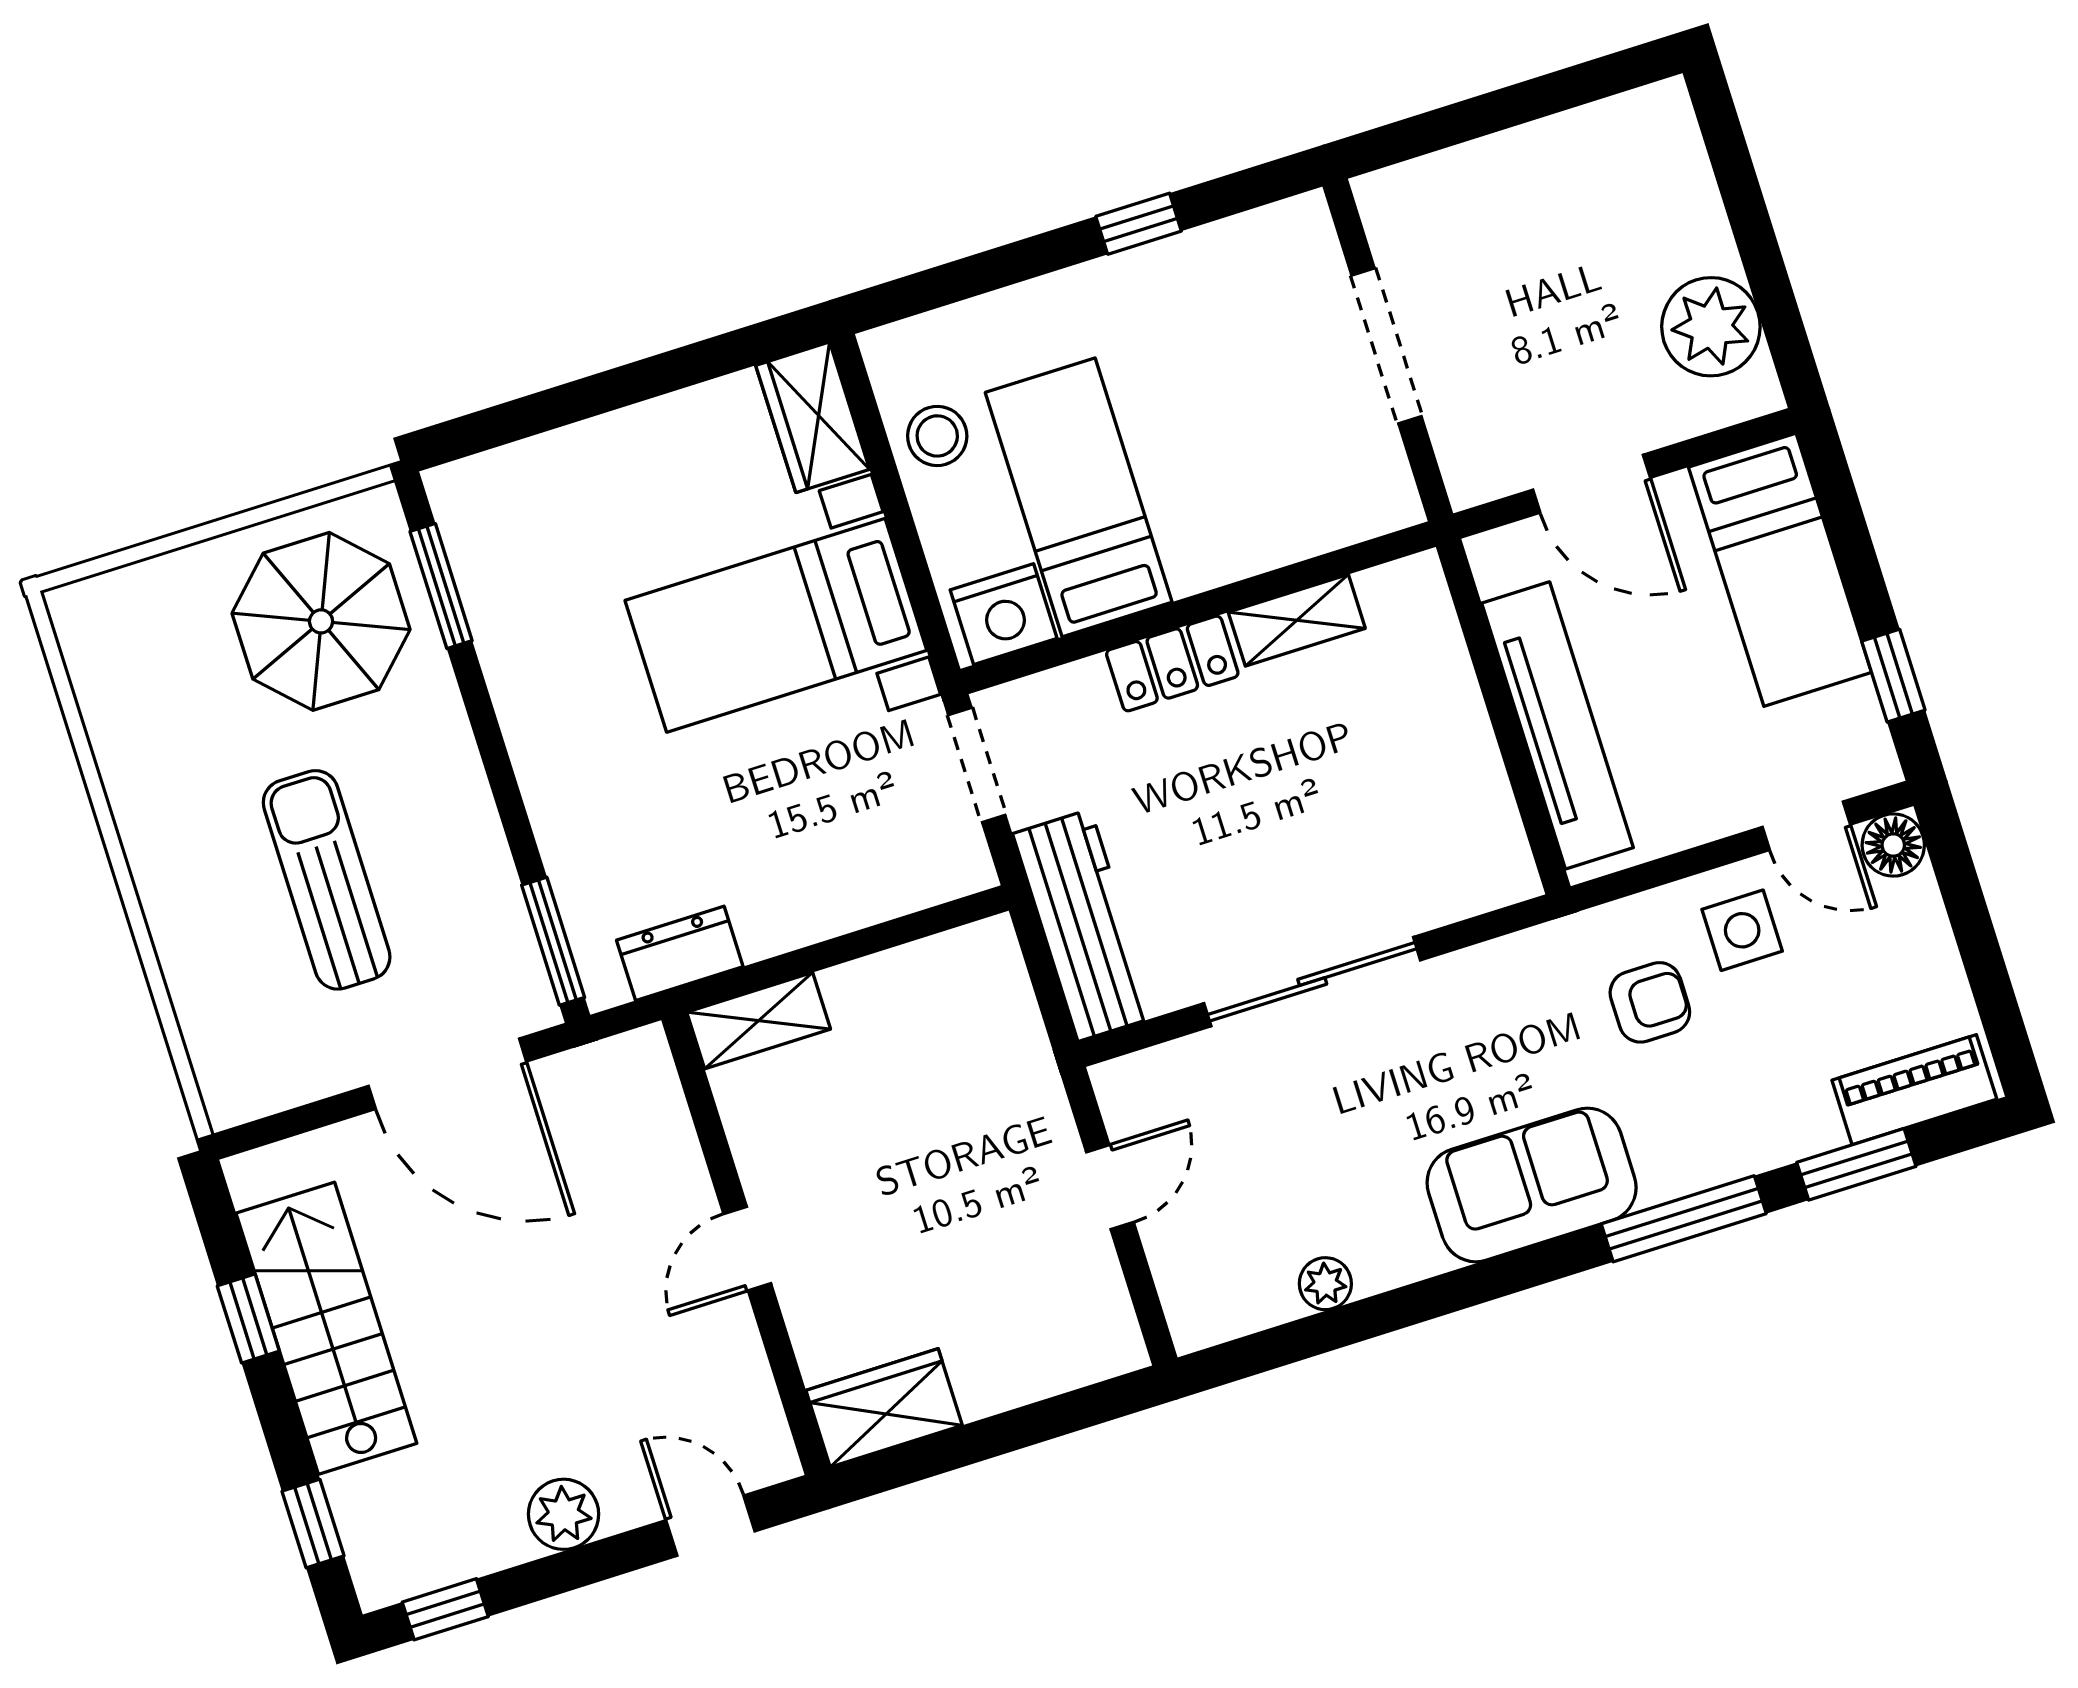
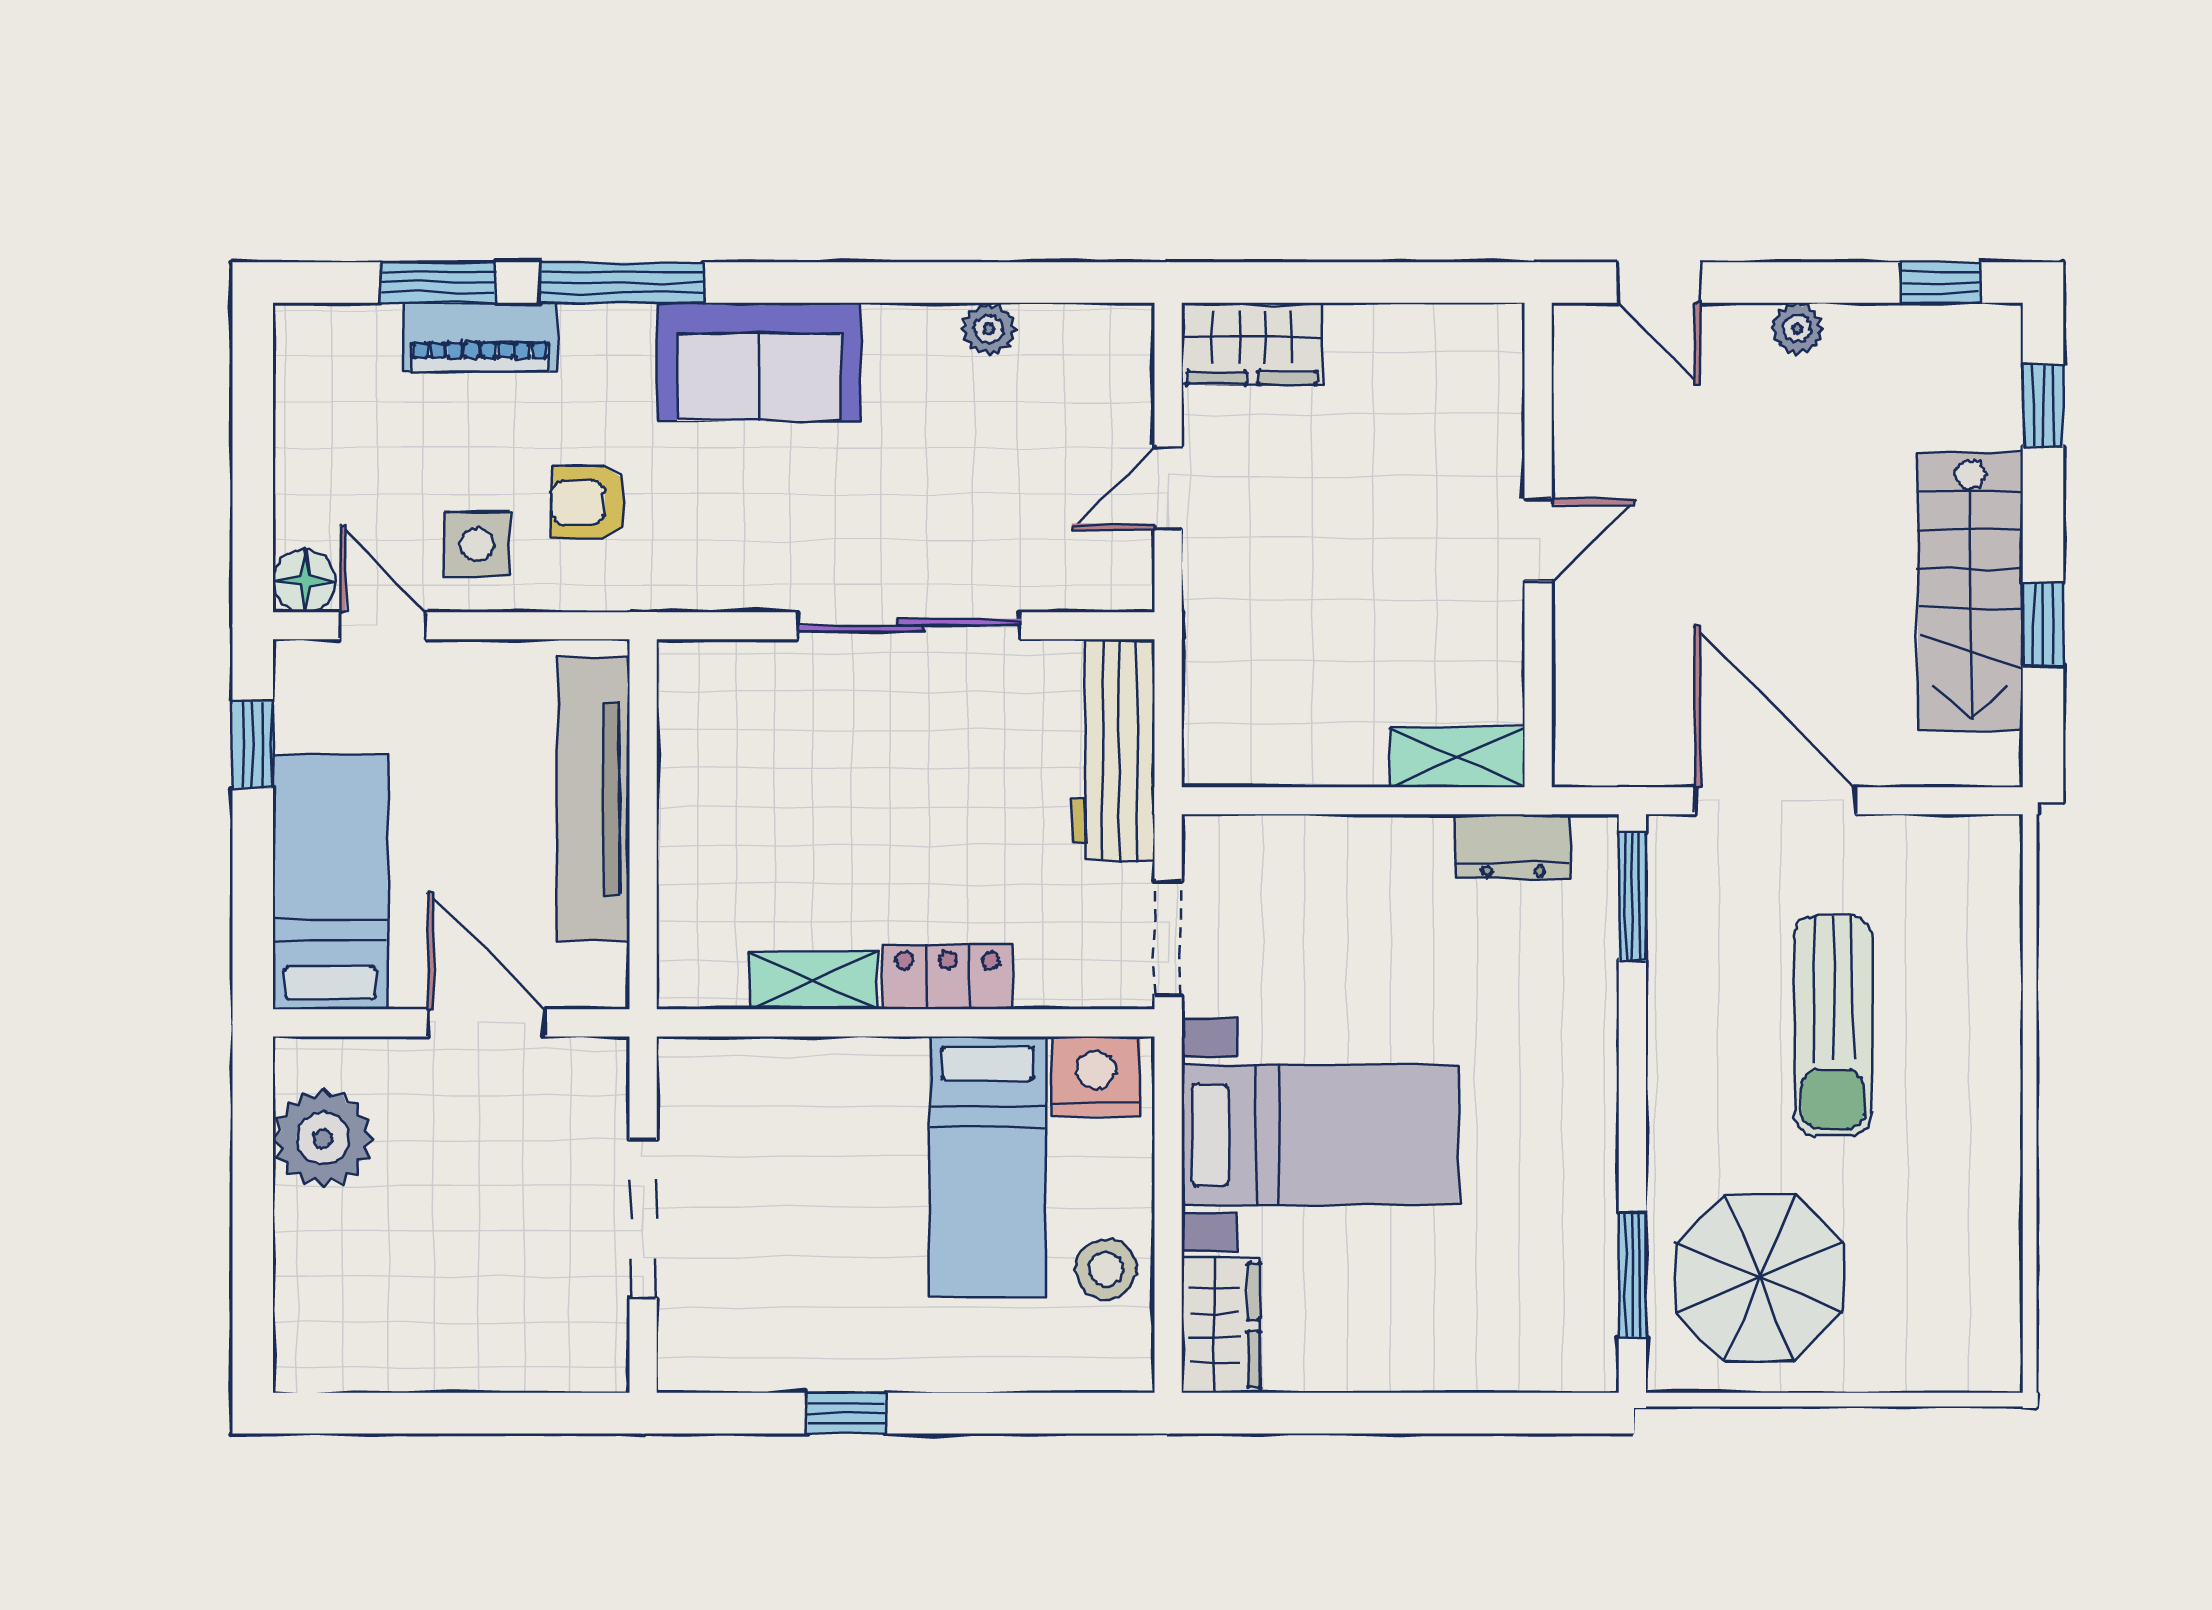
piano: (1914, 1090) -> (480, 337), moved
wardrobe: (884, 1408) -> (1252, 344), moved
plant: (564, 1514) -> (1797, 329), width x0.73, depth x0.73

